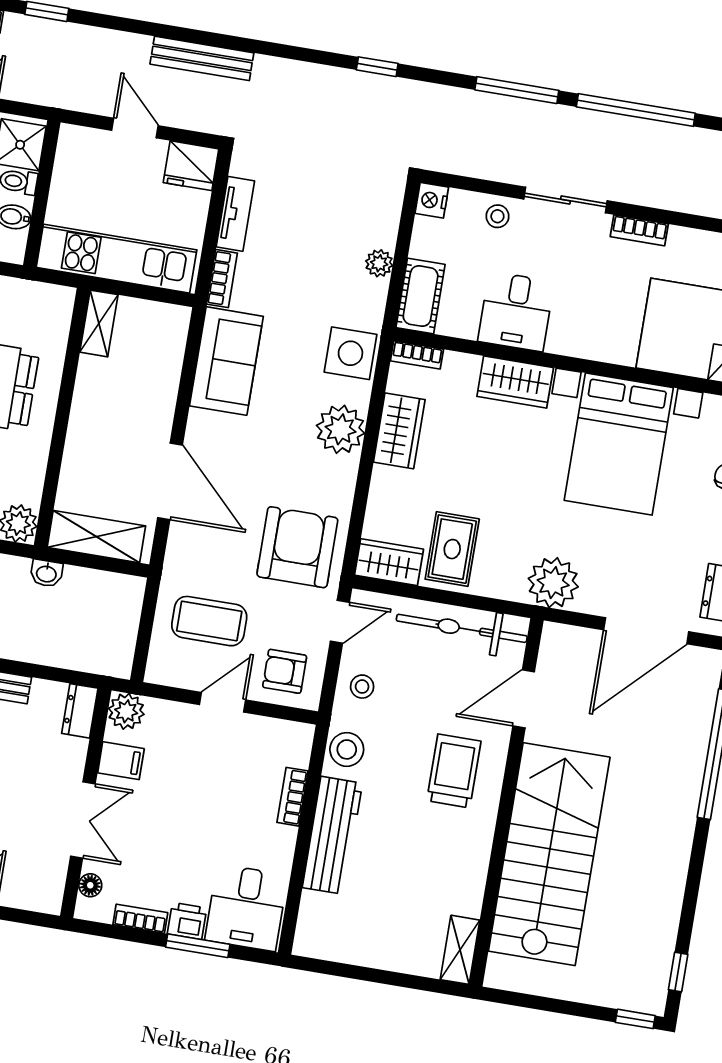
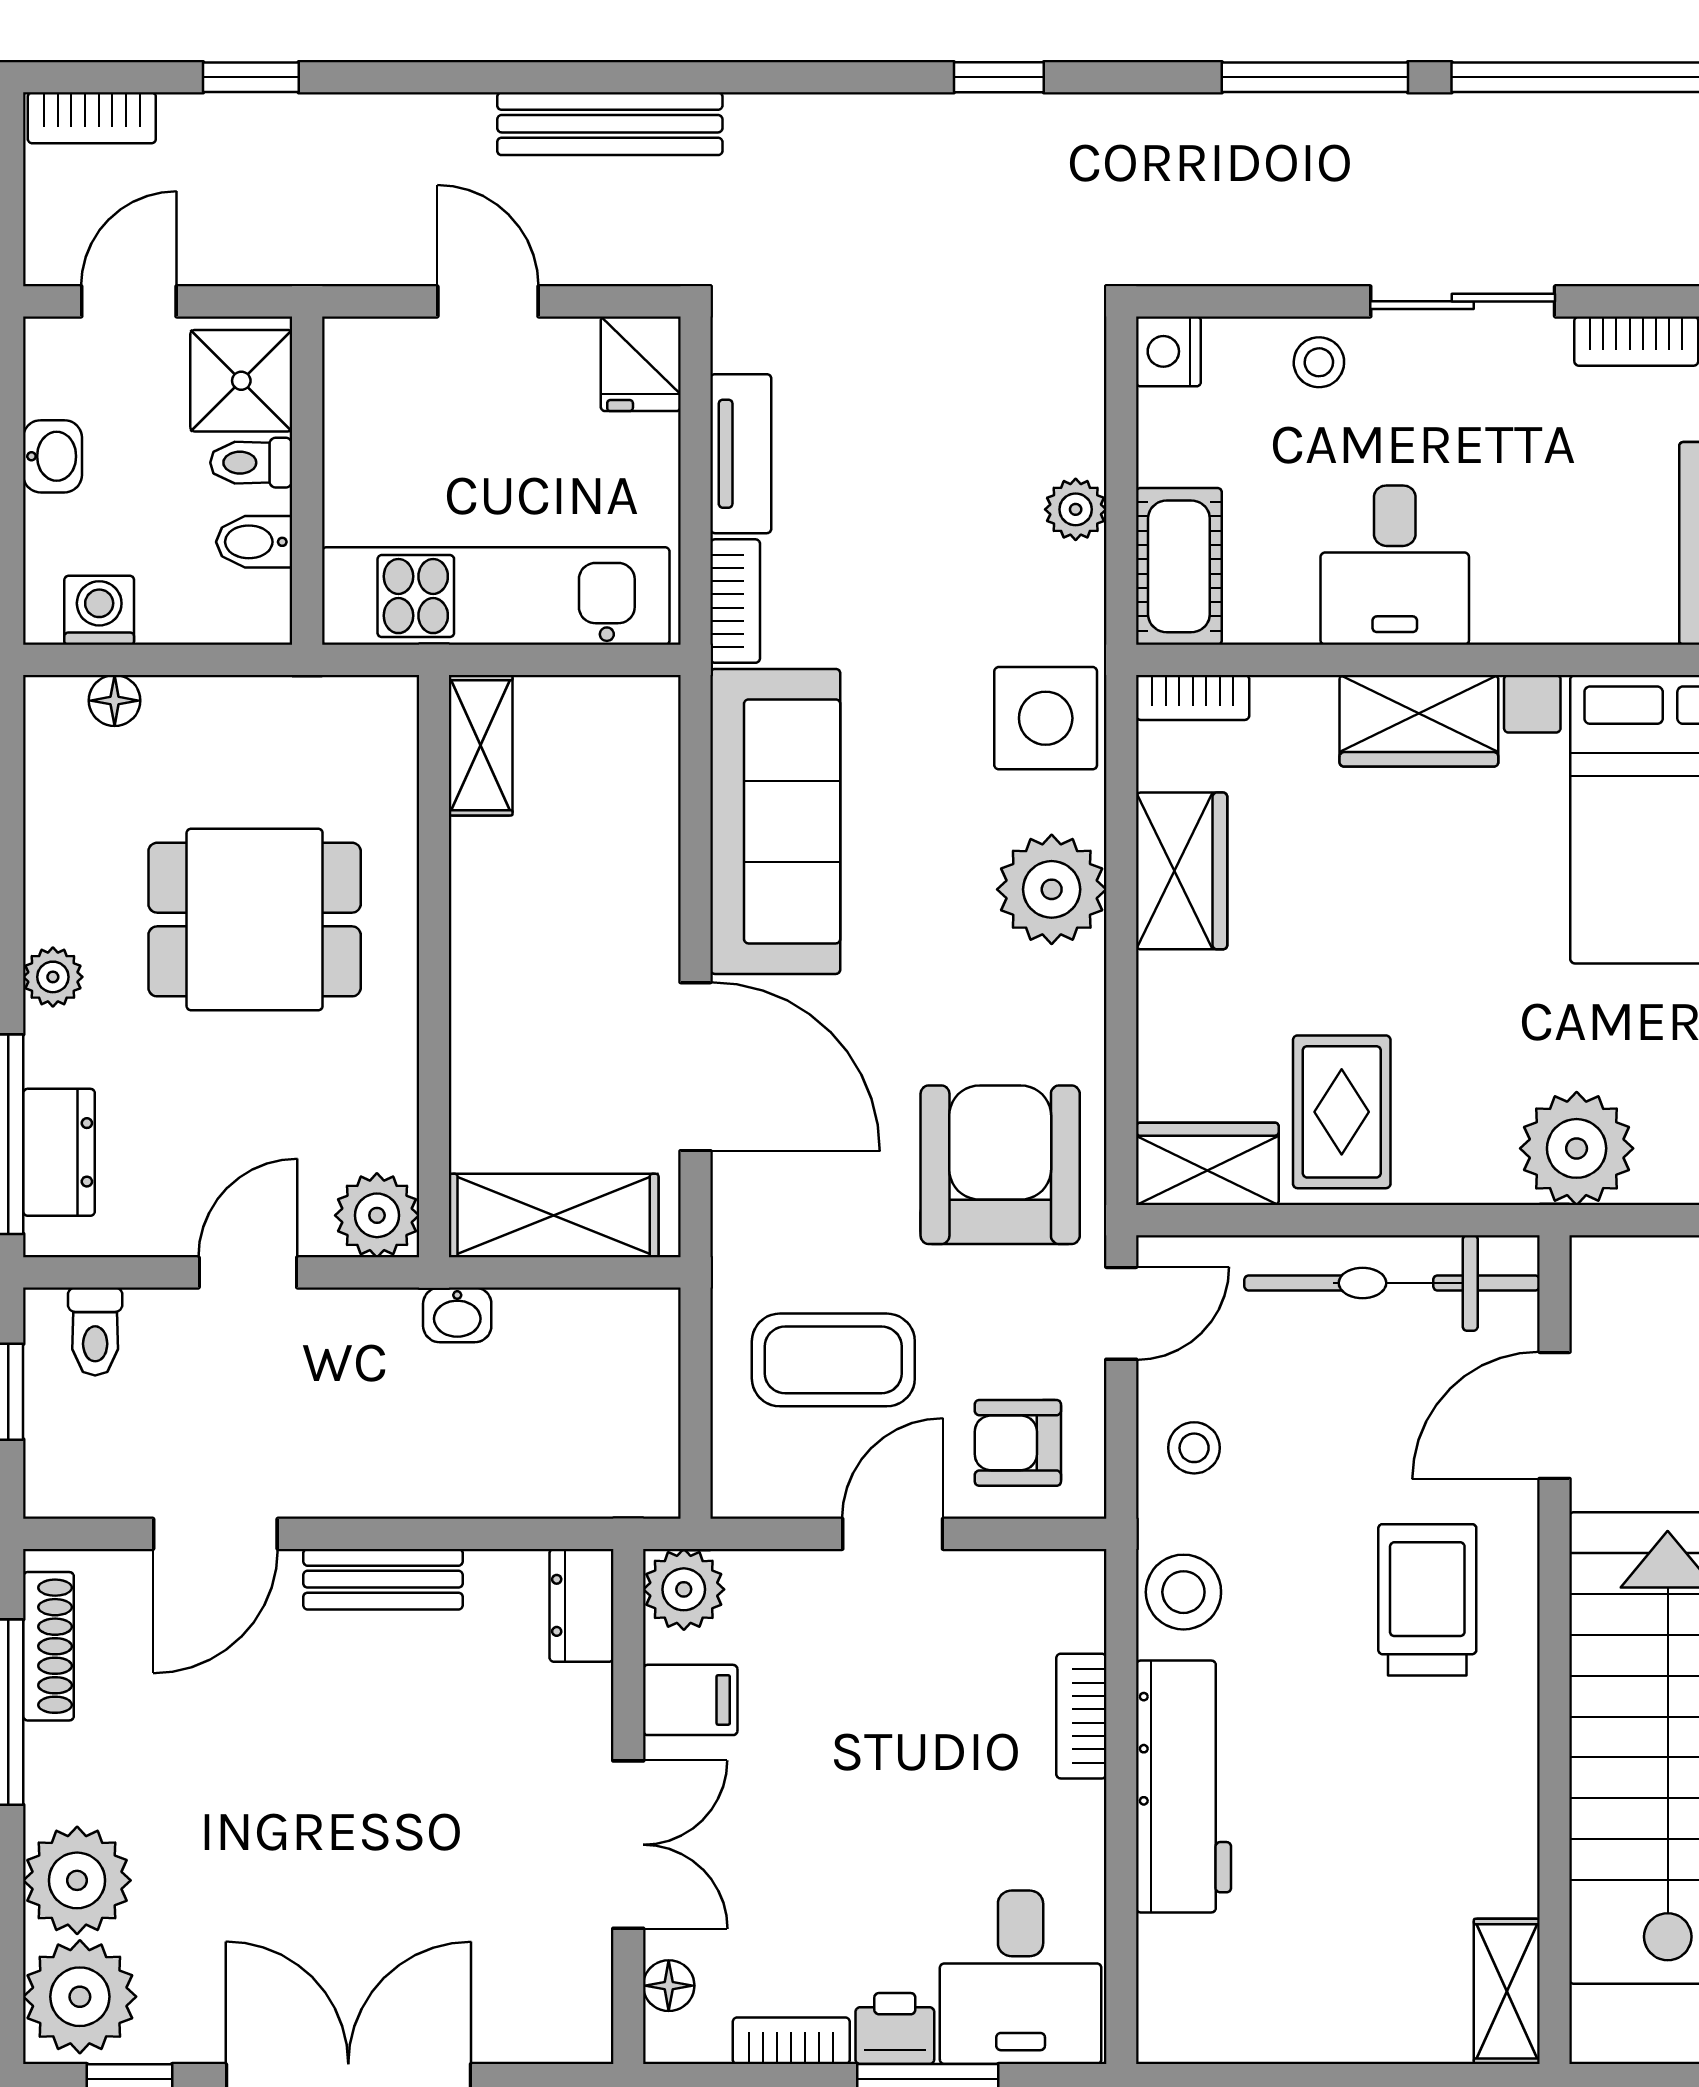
fridge: (191, 166) -> (641, 364), width x0.72
sofa: (226, 361) -> (775, 821), width x1.36

